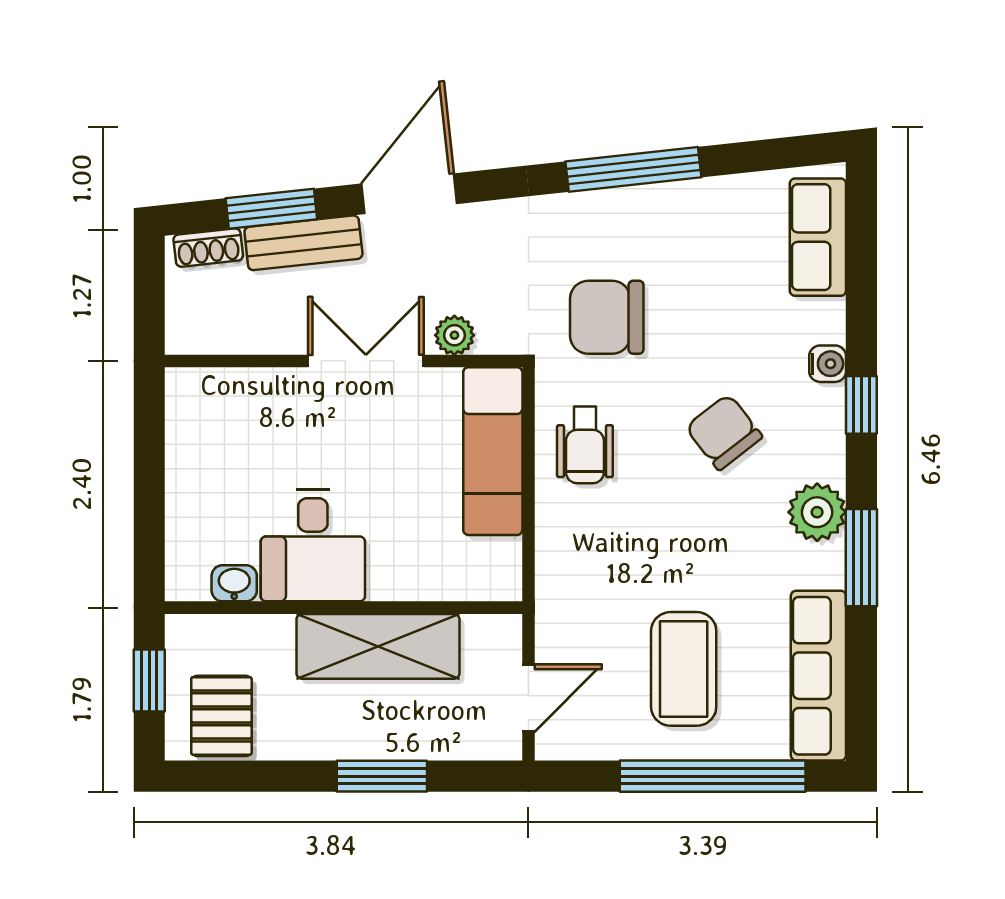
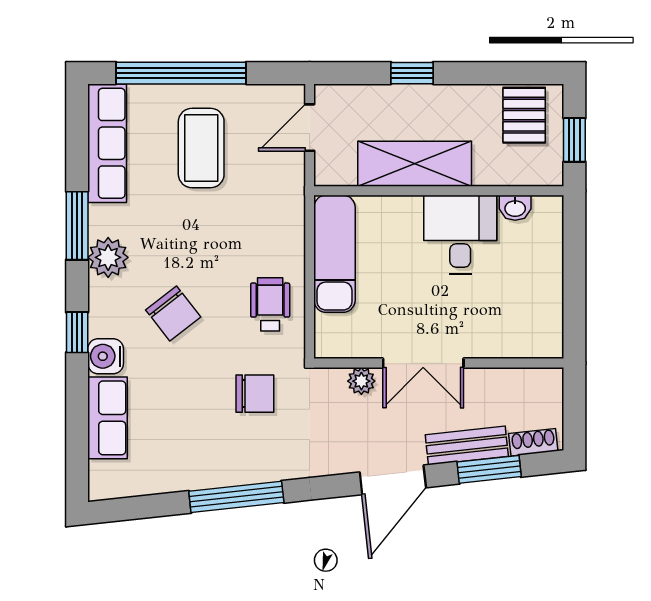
row of seats: (818, 237) -> (107, 418), moved
chair: (607, 317) -> (255, 394), width x0.73, depth x0.73
water cooler: (828, 364) -> (106, 356), width x1.38, depth x1.38
exam couch: (493, 451) -> (335, 254), moved
window: (382, 776) -> (412, 73), width x0.67

